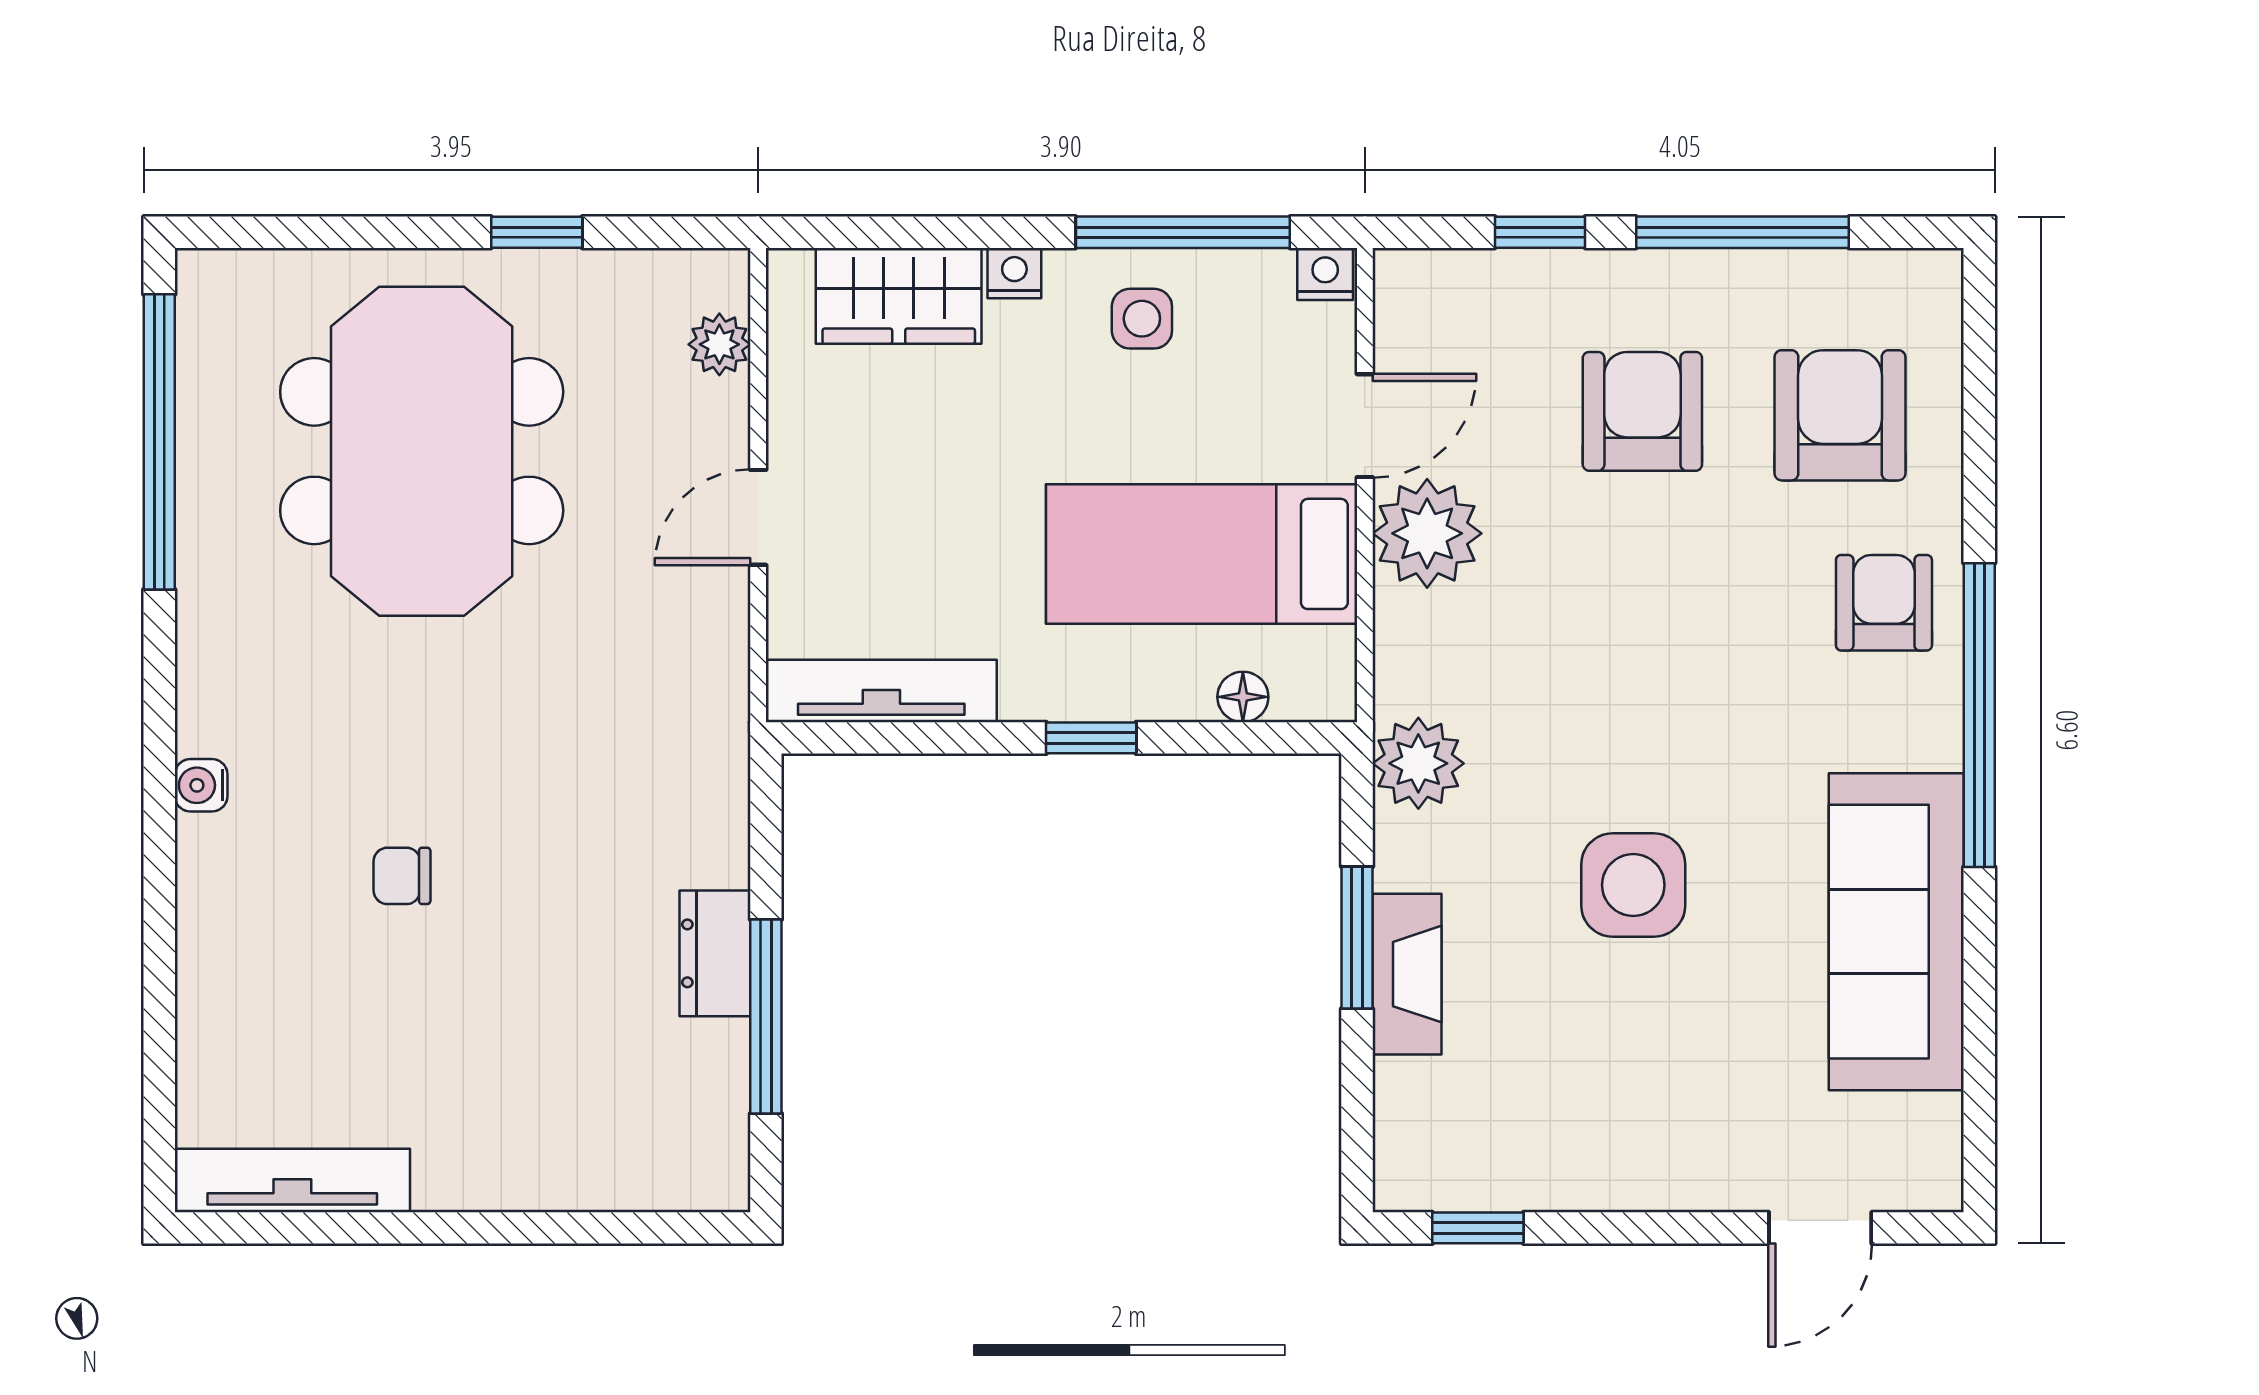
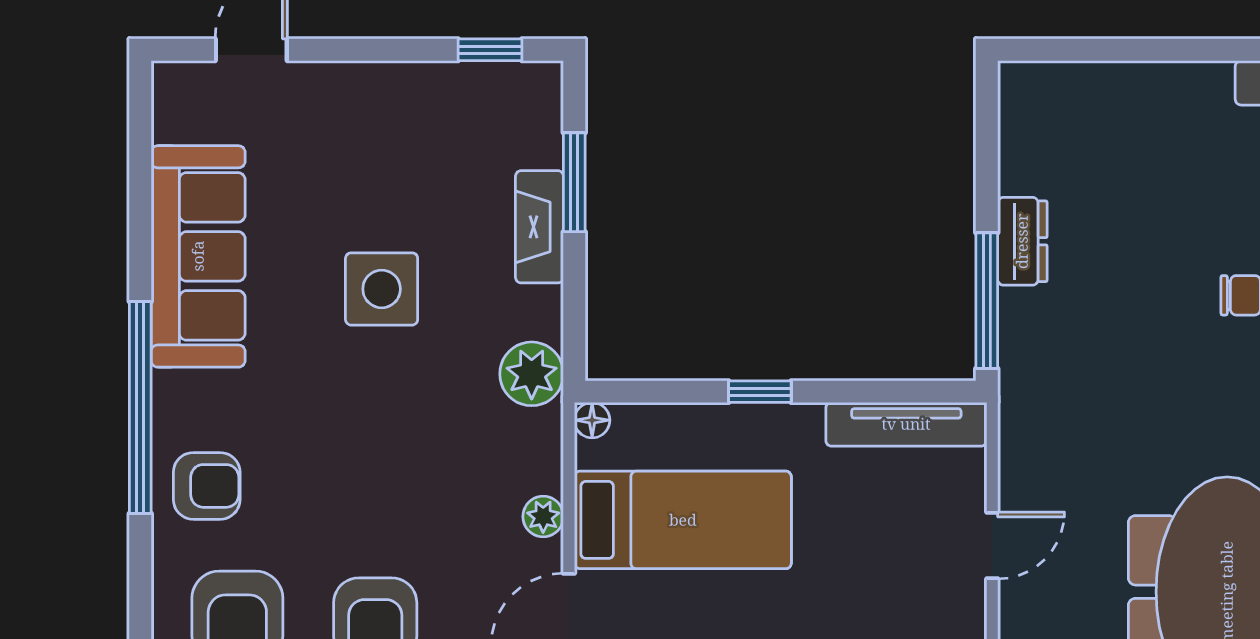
plant: (1427, 533) -> (543, 517), width x0.53, depth x0.53
armchair: (1884, 603) -> (207, 486), turned -90
floor lamp: (1243, 697) -> (592, 420), moved
window: (1357, 938) -> (574, 182), moved
window: (766, 1016) -> (987, 301), moved

